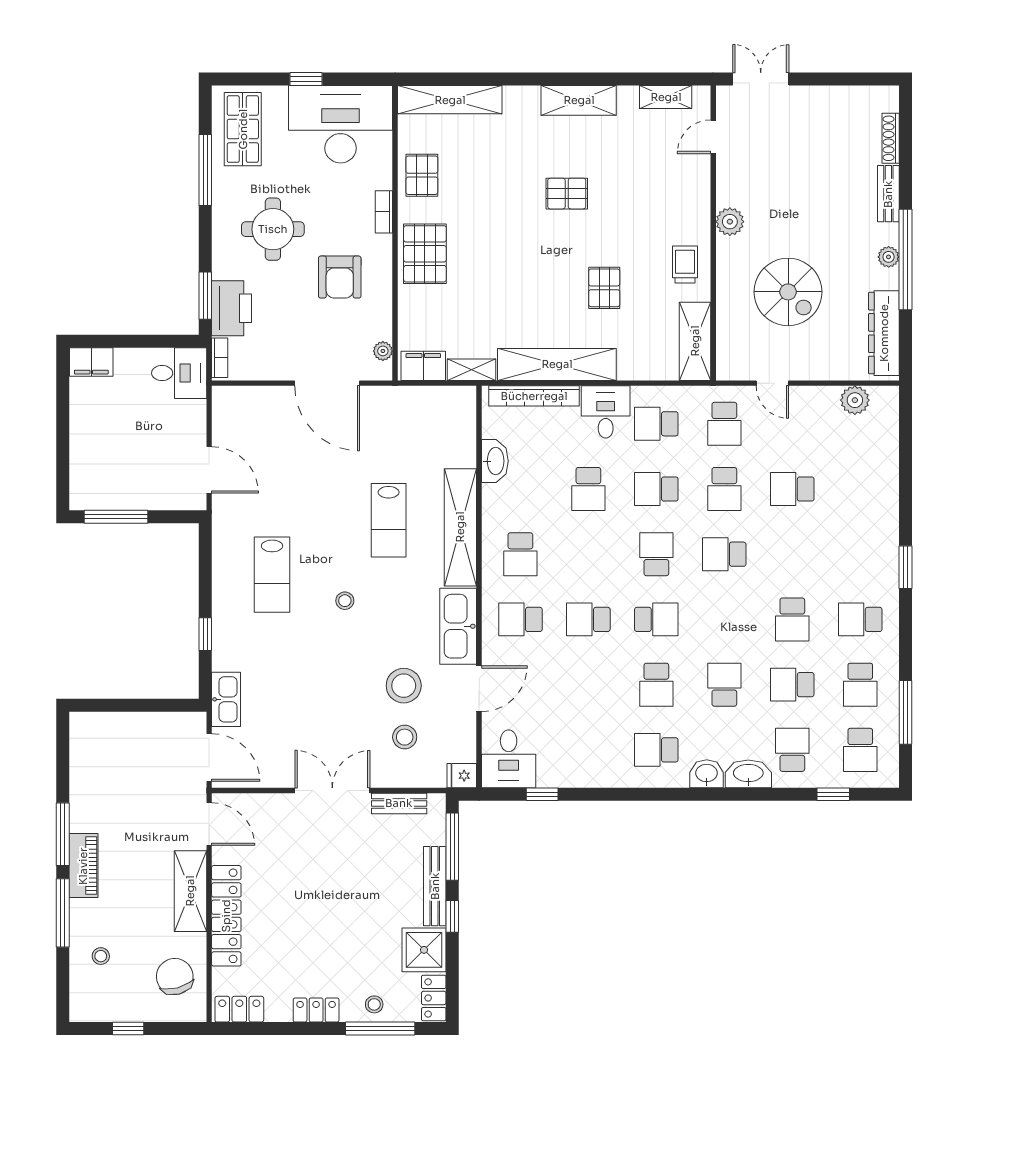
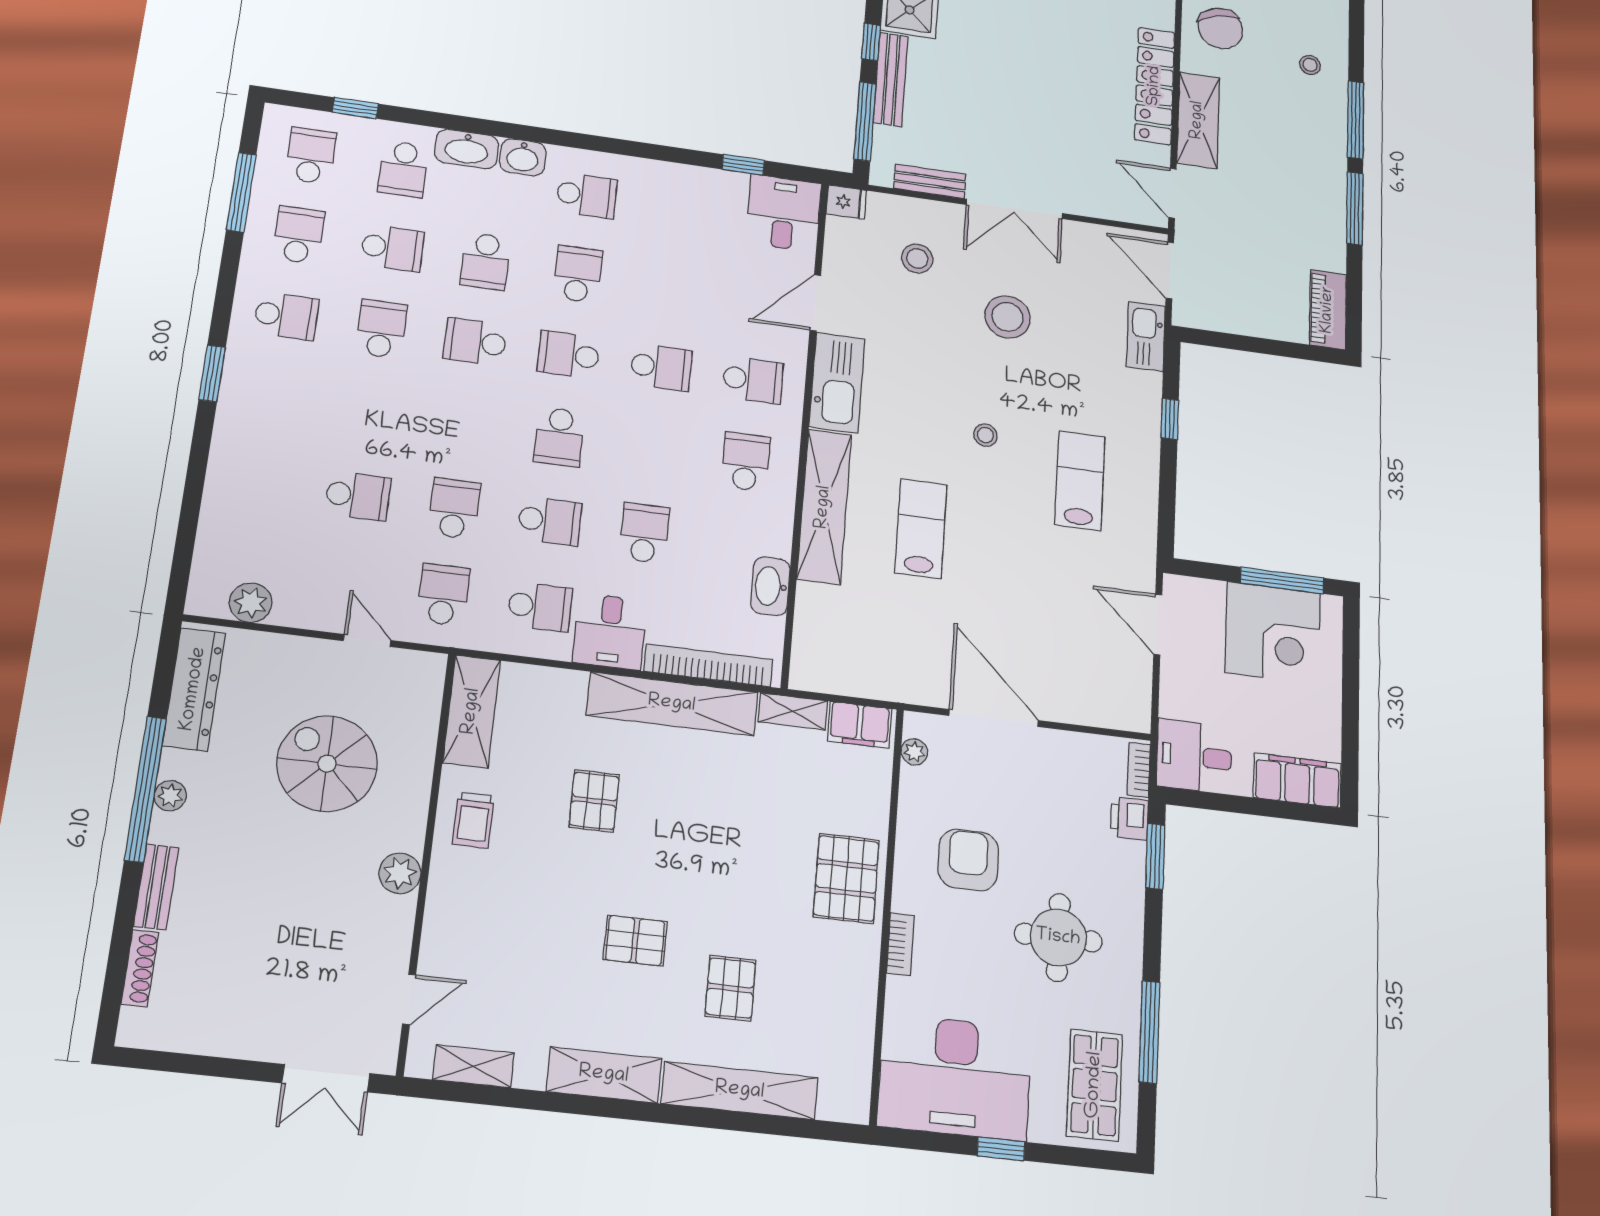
shelving: (450, 100) -> (740, 1091), moved
pallet: (422, 175) -> (730, 988), moved
printer: (232, 308) -> (1129, 818), width x0.53, depth x0.68
filing cabinet: (91, 362) -> (1297, 780), width x1.50, depth x1.17
corner desk: (122, 475) -> (1273, 633), added
school desk: (724, 554) -> (475, 342), moved, turned 180
stool: (404, 686) -> (1007, 317), moved
piano: (83, 866) -> (1328, 310), moved

